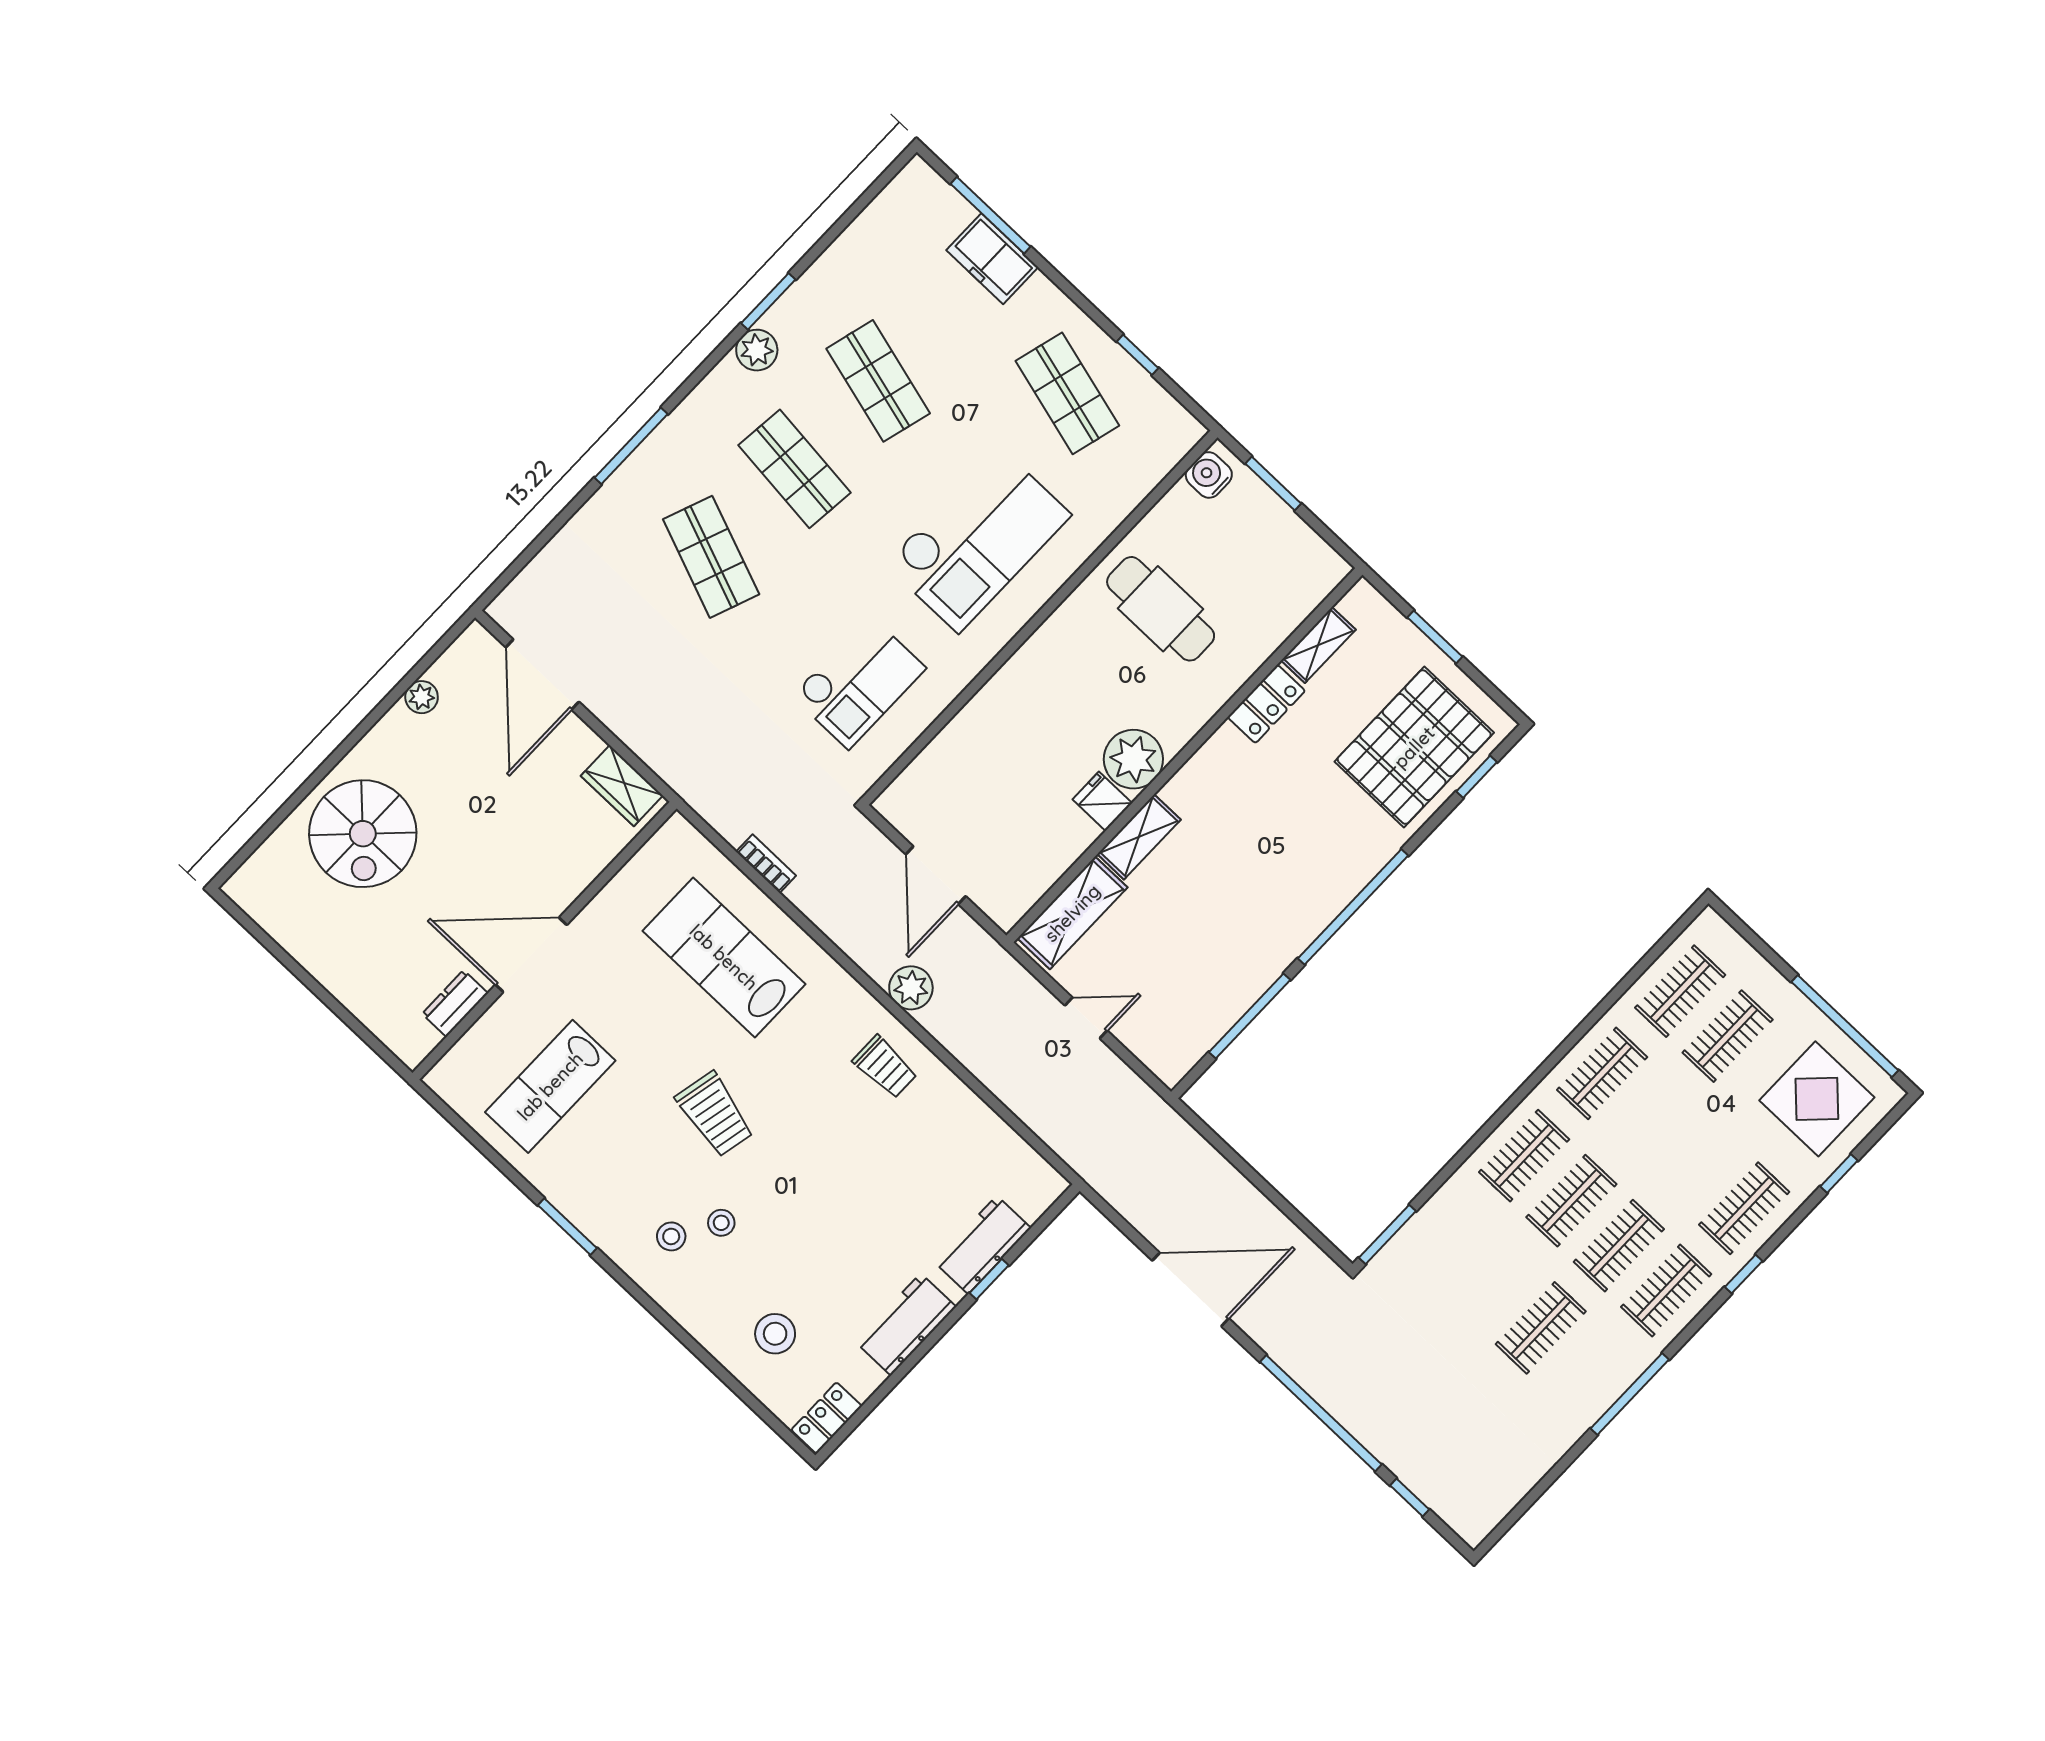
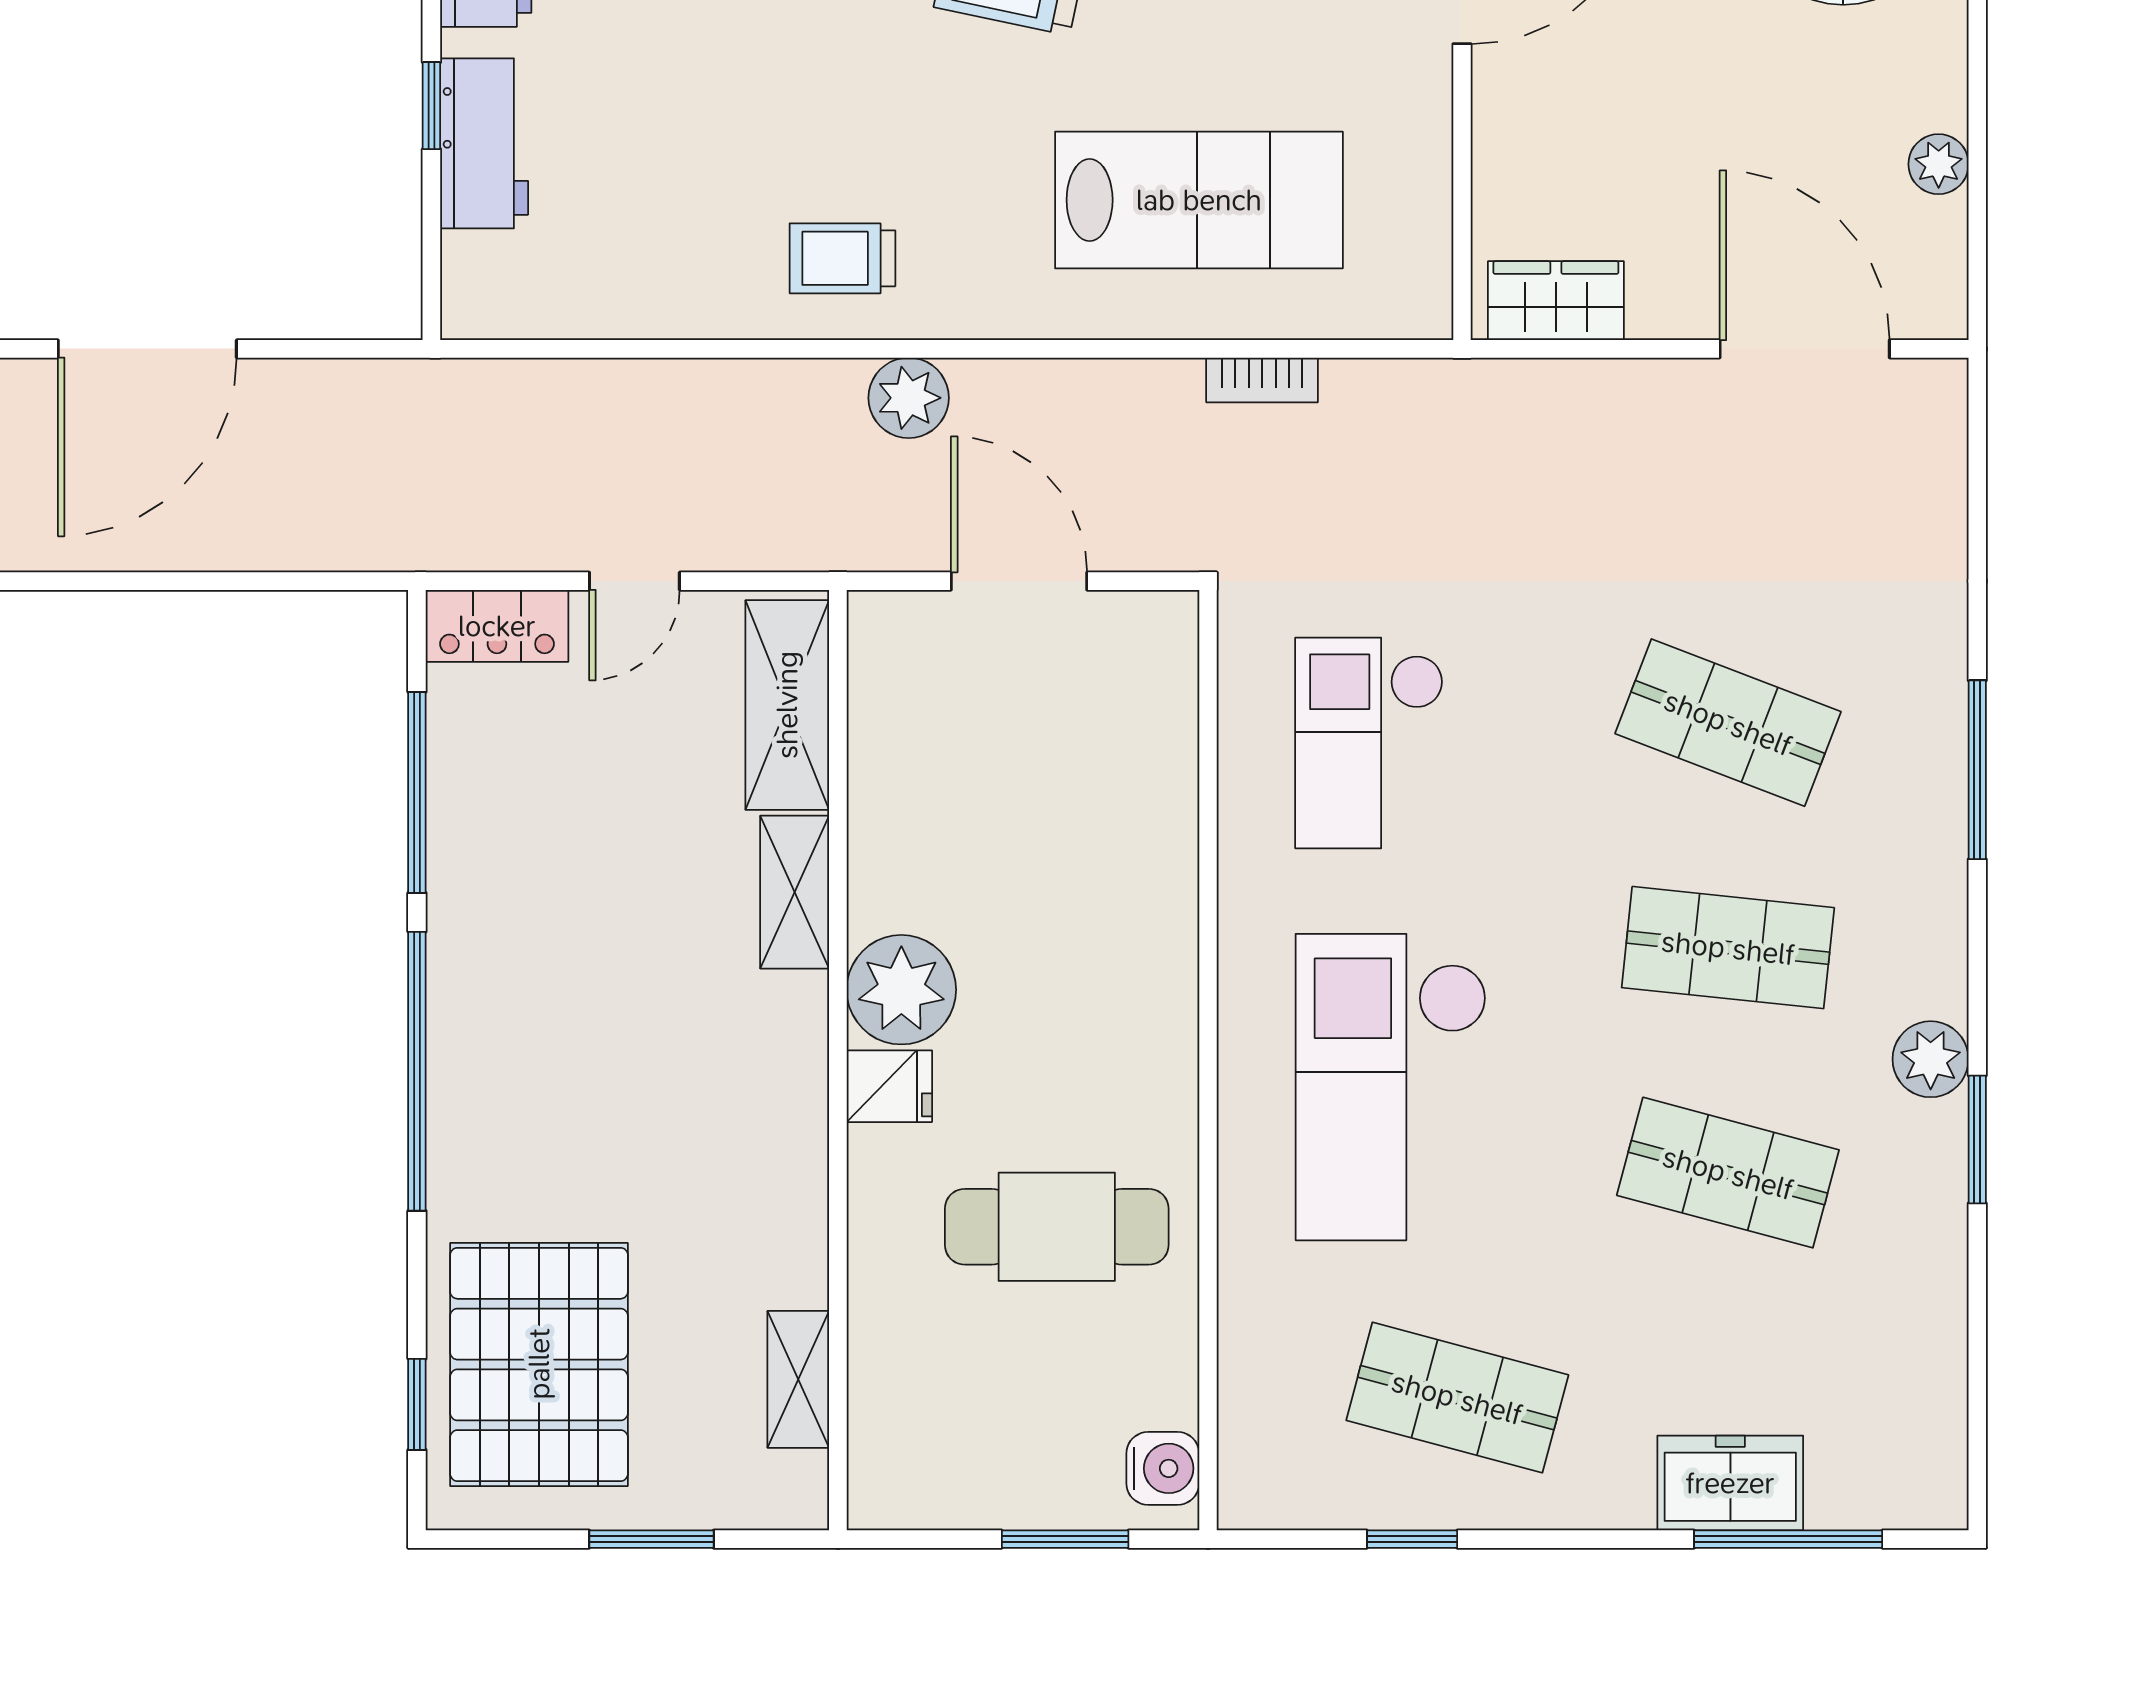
locker: (1266, 704) -> (497, 626), moved, turned -90
fridge: (1102, 801) -> (889, 1086), moved

